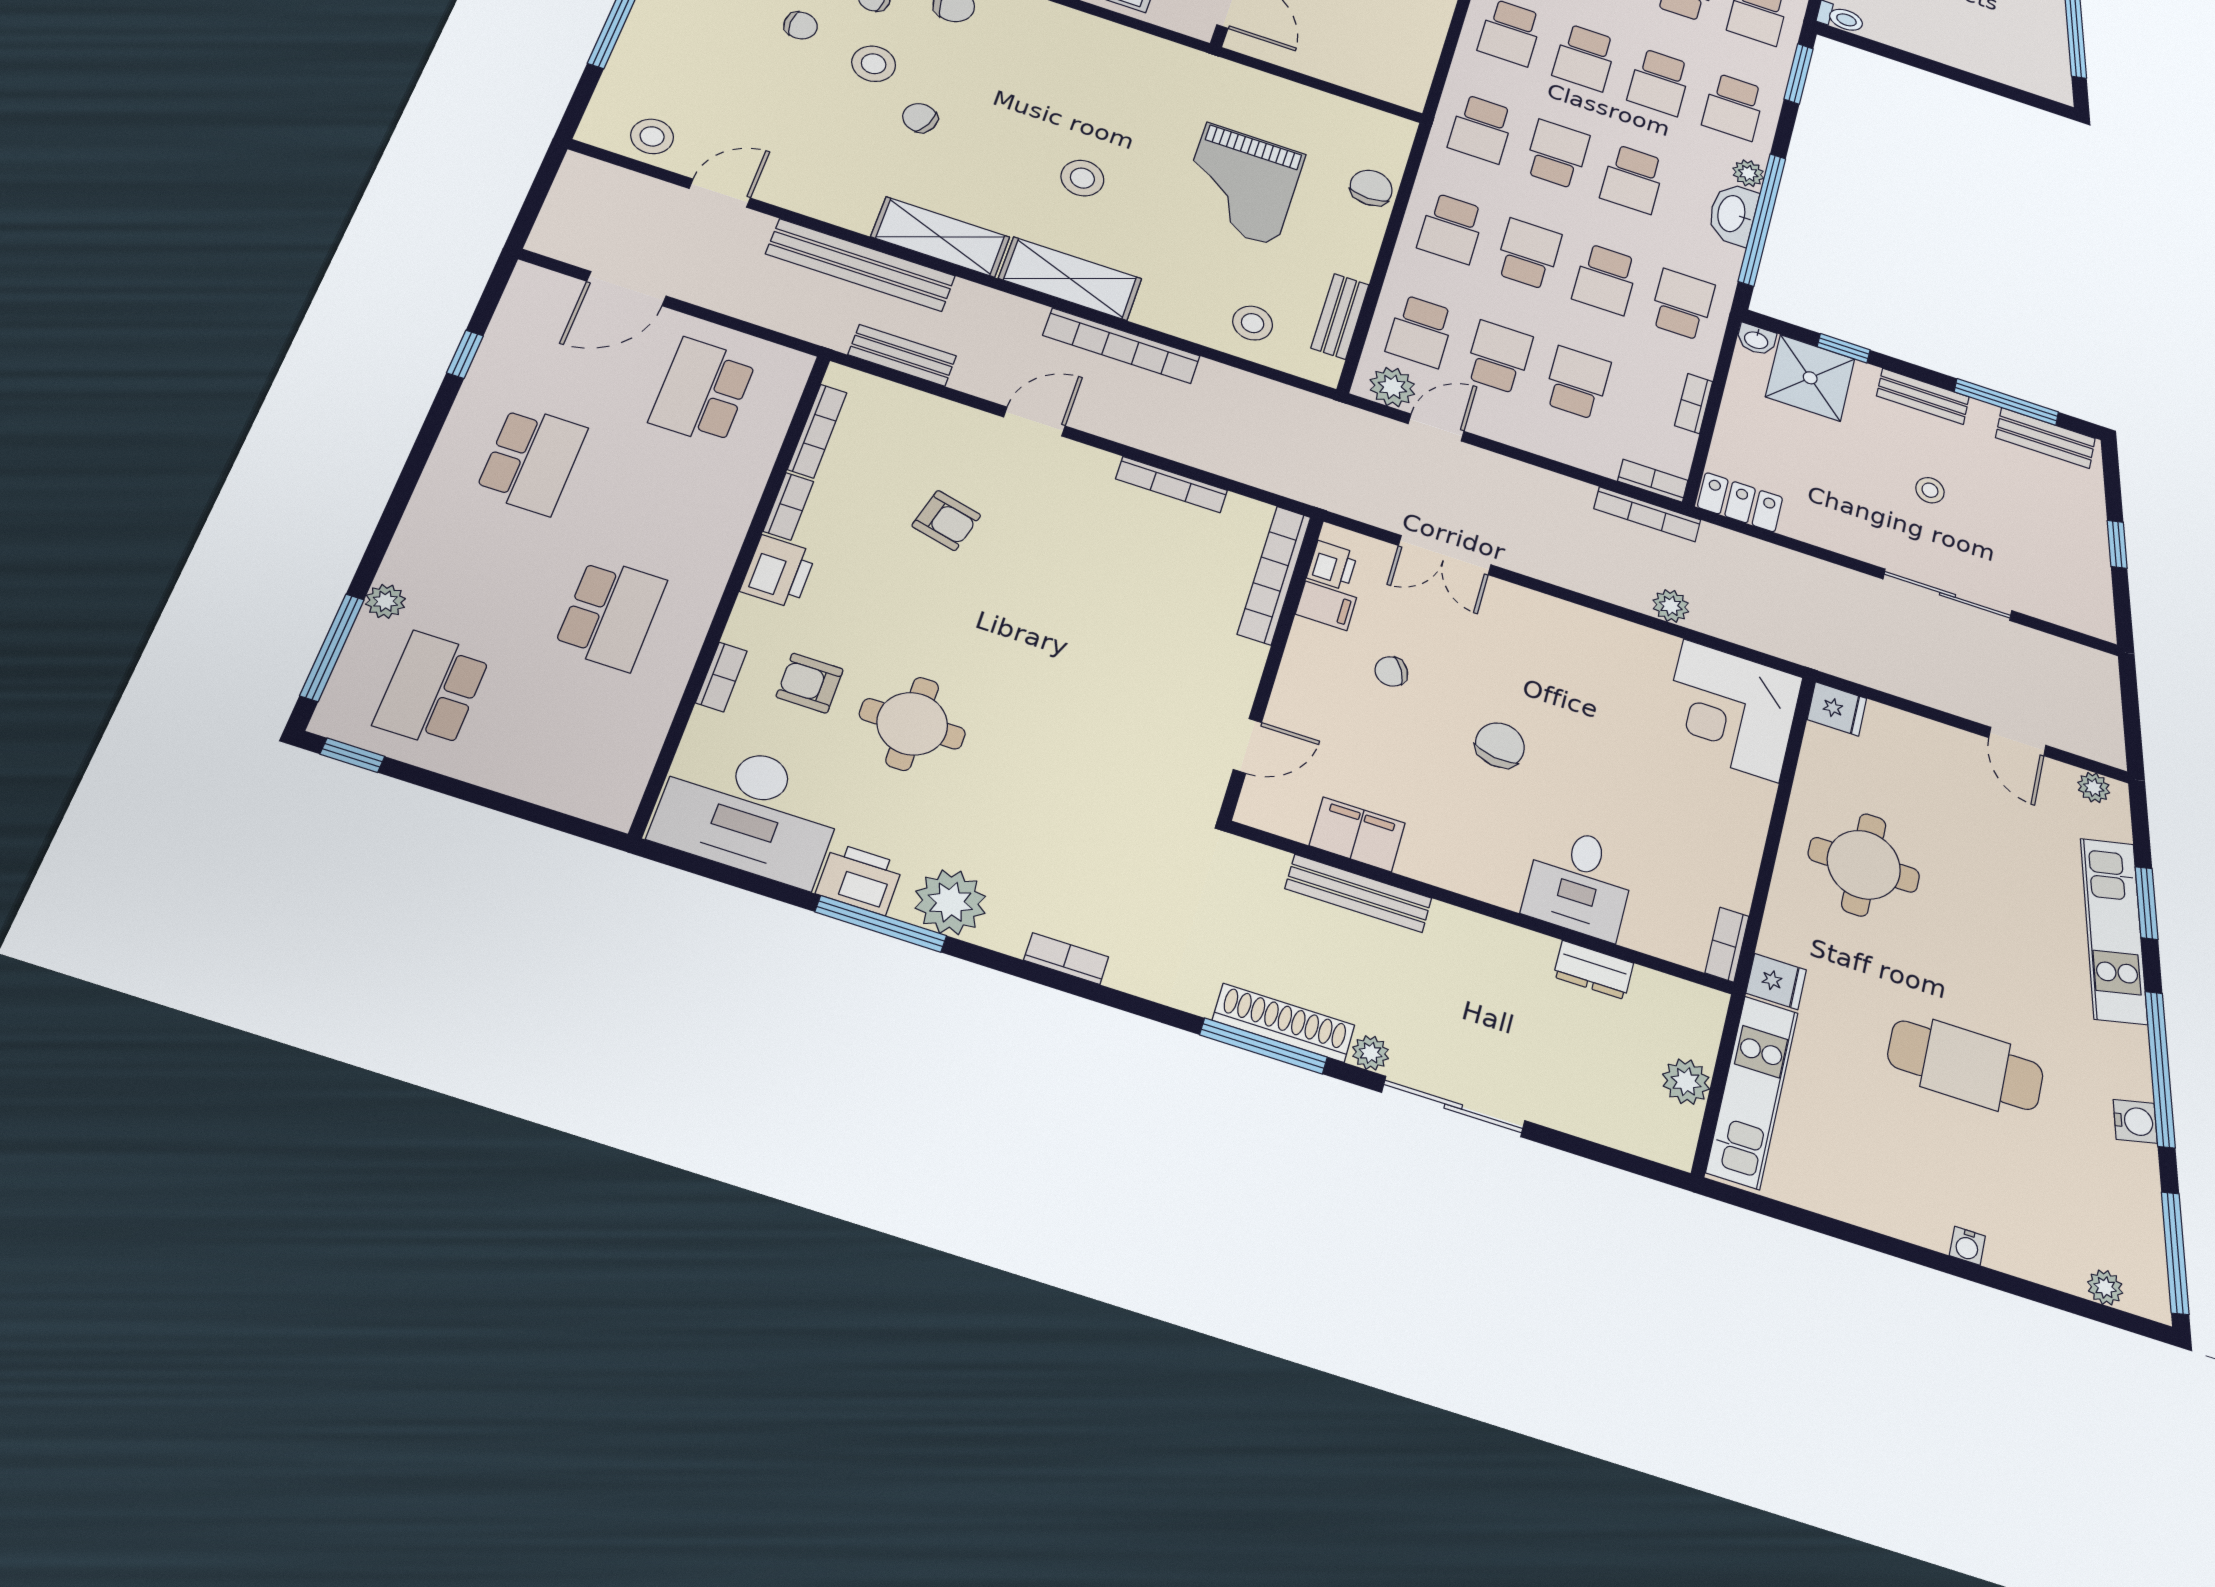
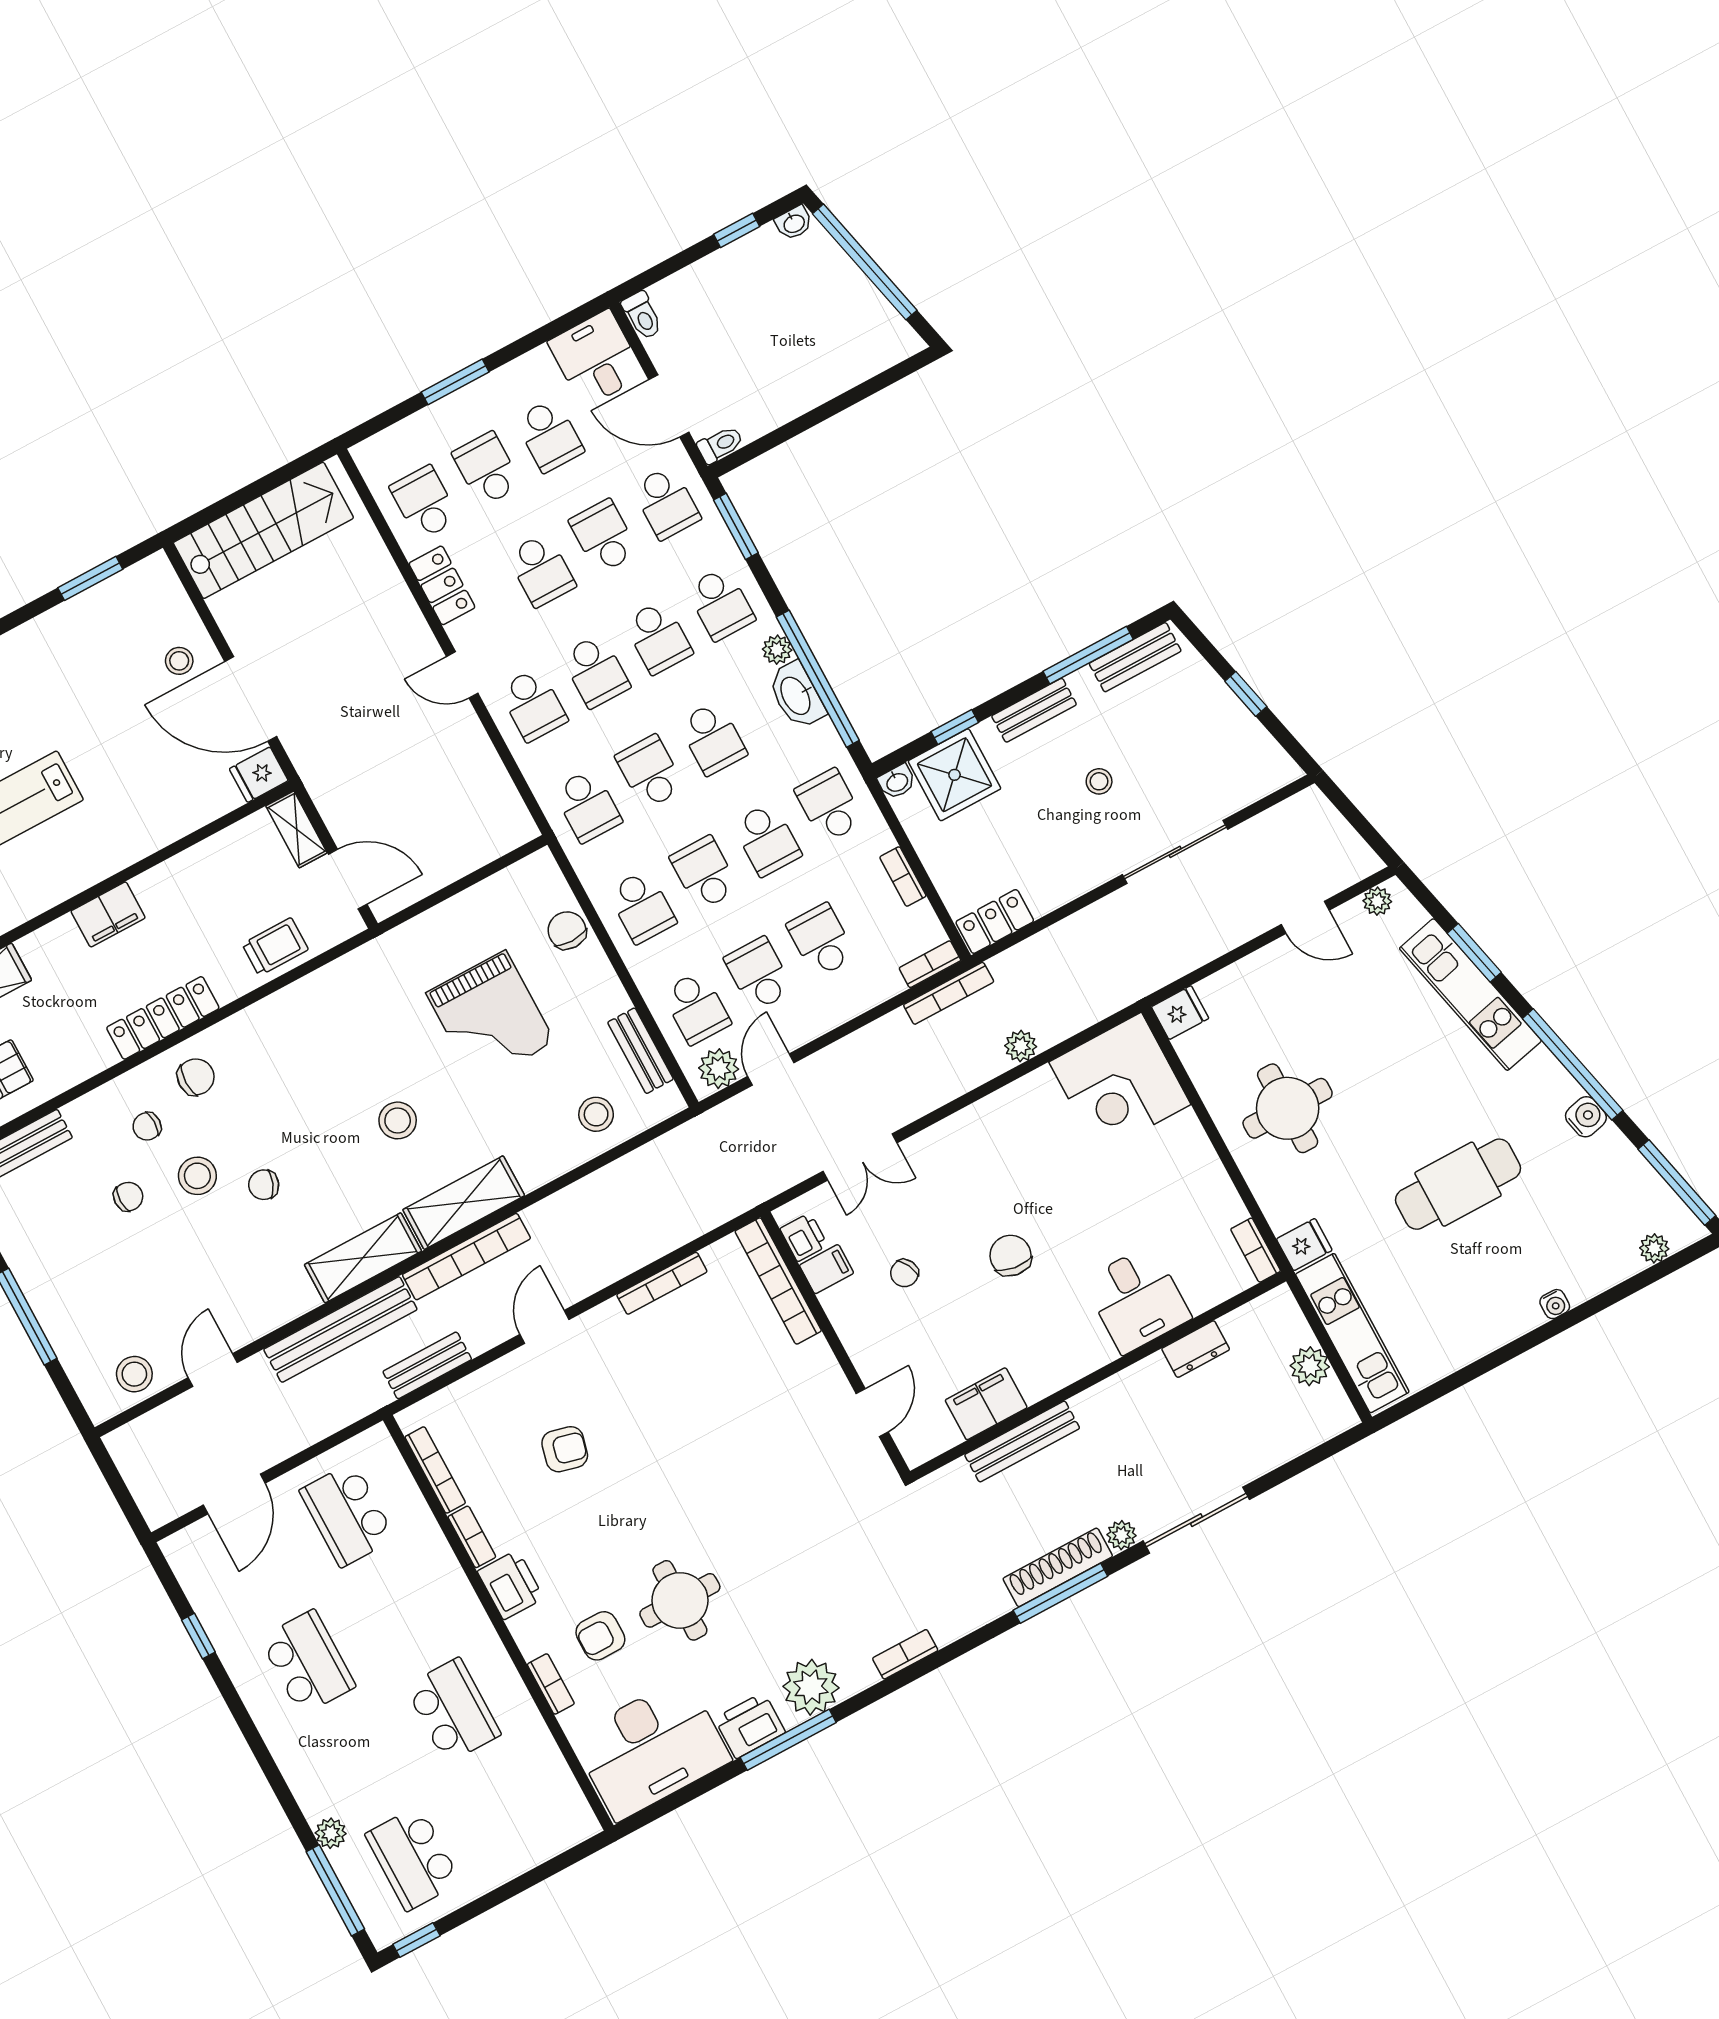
bookcase: (1121, 346) -> (466, 1257), moved

